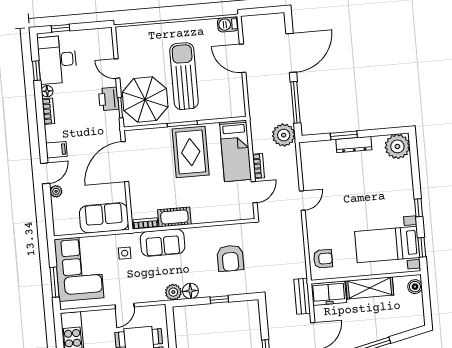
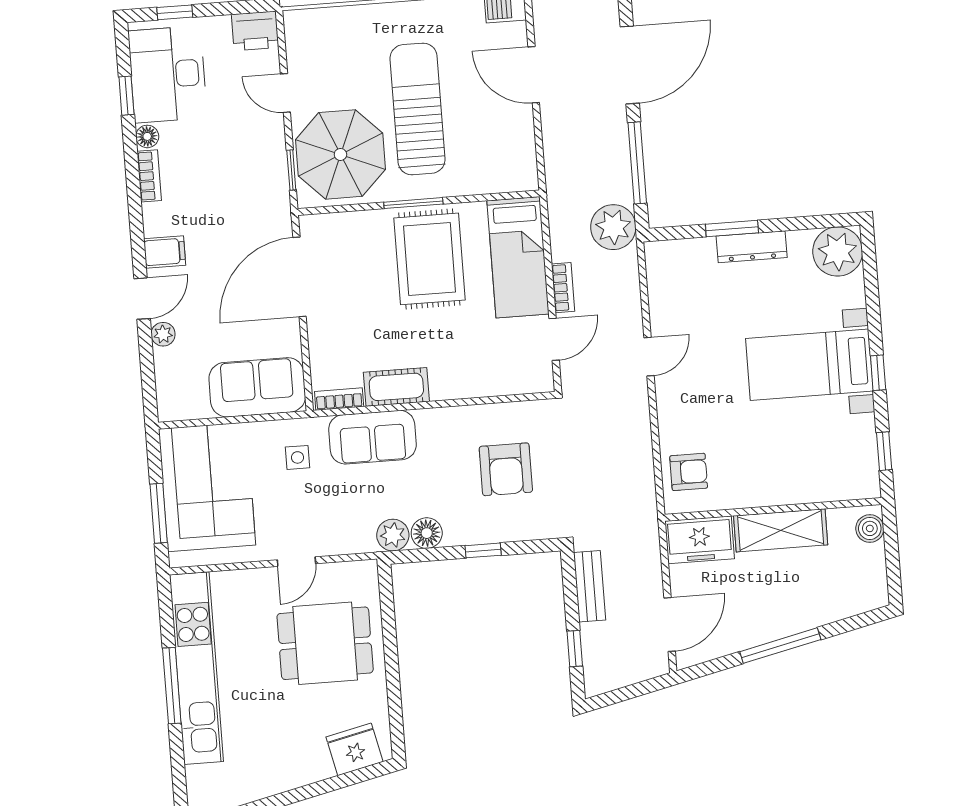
printer: (109, 99) -> (255, 31), moved, turned -90
bed with nightstands: (387, 245) -> (809, 365), moved
bench: (302, 296) -> (590, 586), moved

